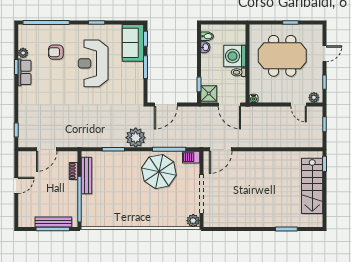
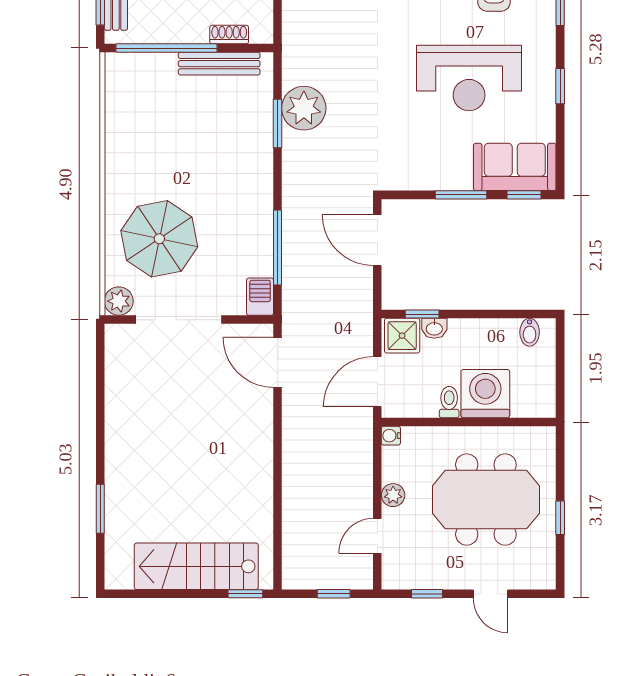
washbasin: (205, 47) -> (434, 328), moved
meeting table: (282, 56) -> (486, 500), turned 90
reception desk: (93, 63) -> (469, 78), turned 180
plant: (314, 97) -> (393, 495), moved
plant: (136, 138) -> (304, 108), moved
parasol: (159, 172) -> (159, 239), moved

